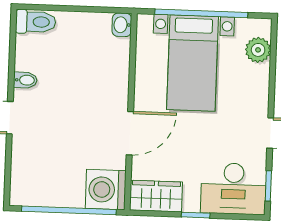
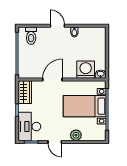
toilet: (36, 22) -> (31, 36), moved
plant: (258, 50) -> (76, 135), moved
door: (130, 133) -> (52, 79), swing flipped
washing machine: (106, 190) -> (86, 70), moved

